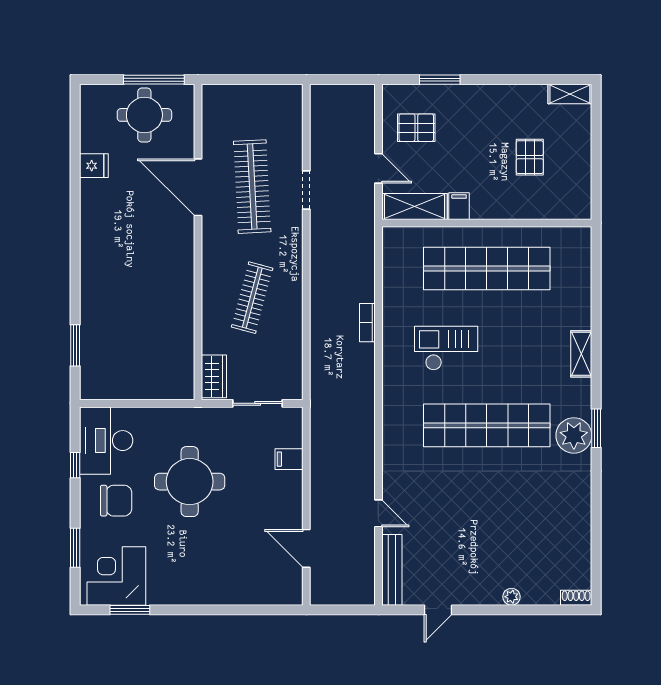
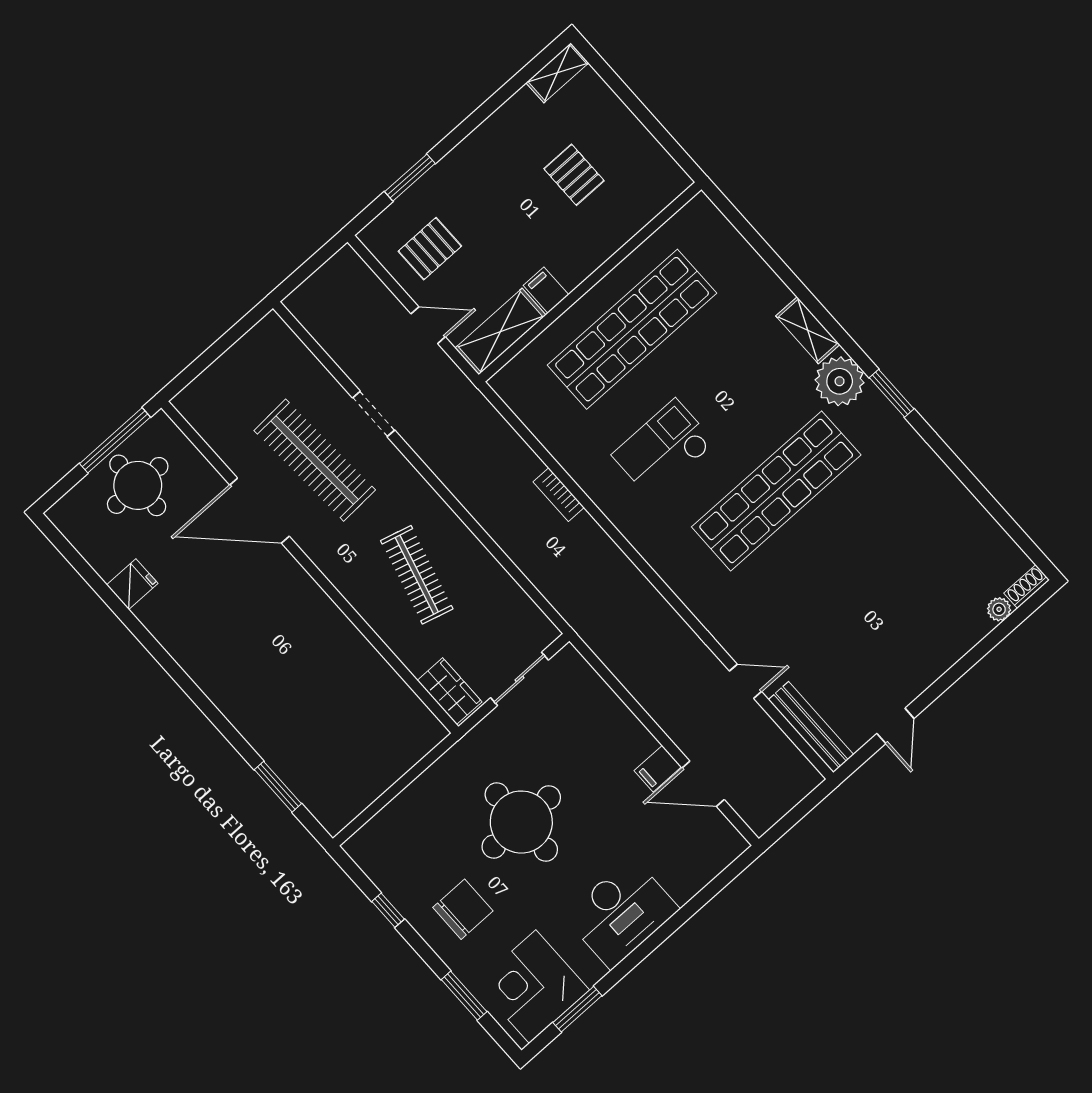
plant: (574, 435) -> (840, 381), moved
desk: (106, 441) -> (621, 913), moved, turned -90
filing cabinet: (289, 459) -> (658, 769), moved
plant: (512, 597) -> (999, 609), moved

